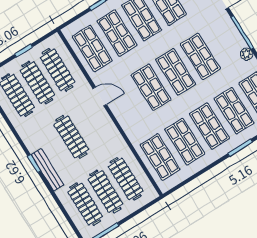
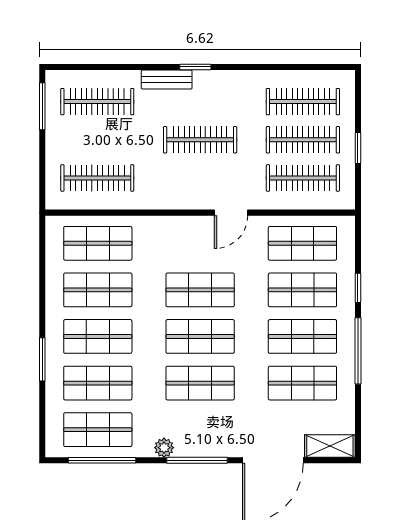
bench: (47, 170) -> (167, 80), width x0.73
clothes rail: (105, 191) -> (97, 140), removed

